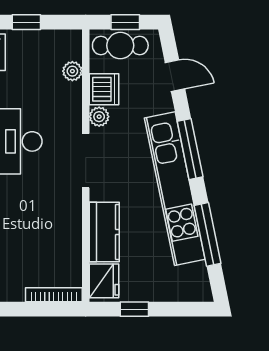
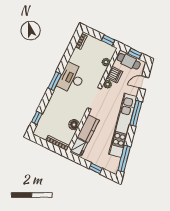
window: (26, 22) -> (108, 40), moved
door: (175, 76) -> (144, 83), swing flipped
window: (207, 234) -> (124, 159), moved
floor lamp: (70, 238) -> (74, 125), added
window: (134, 309) -> (96, 168), moved

